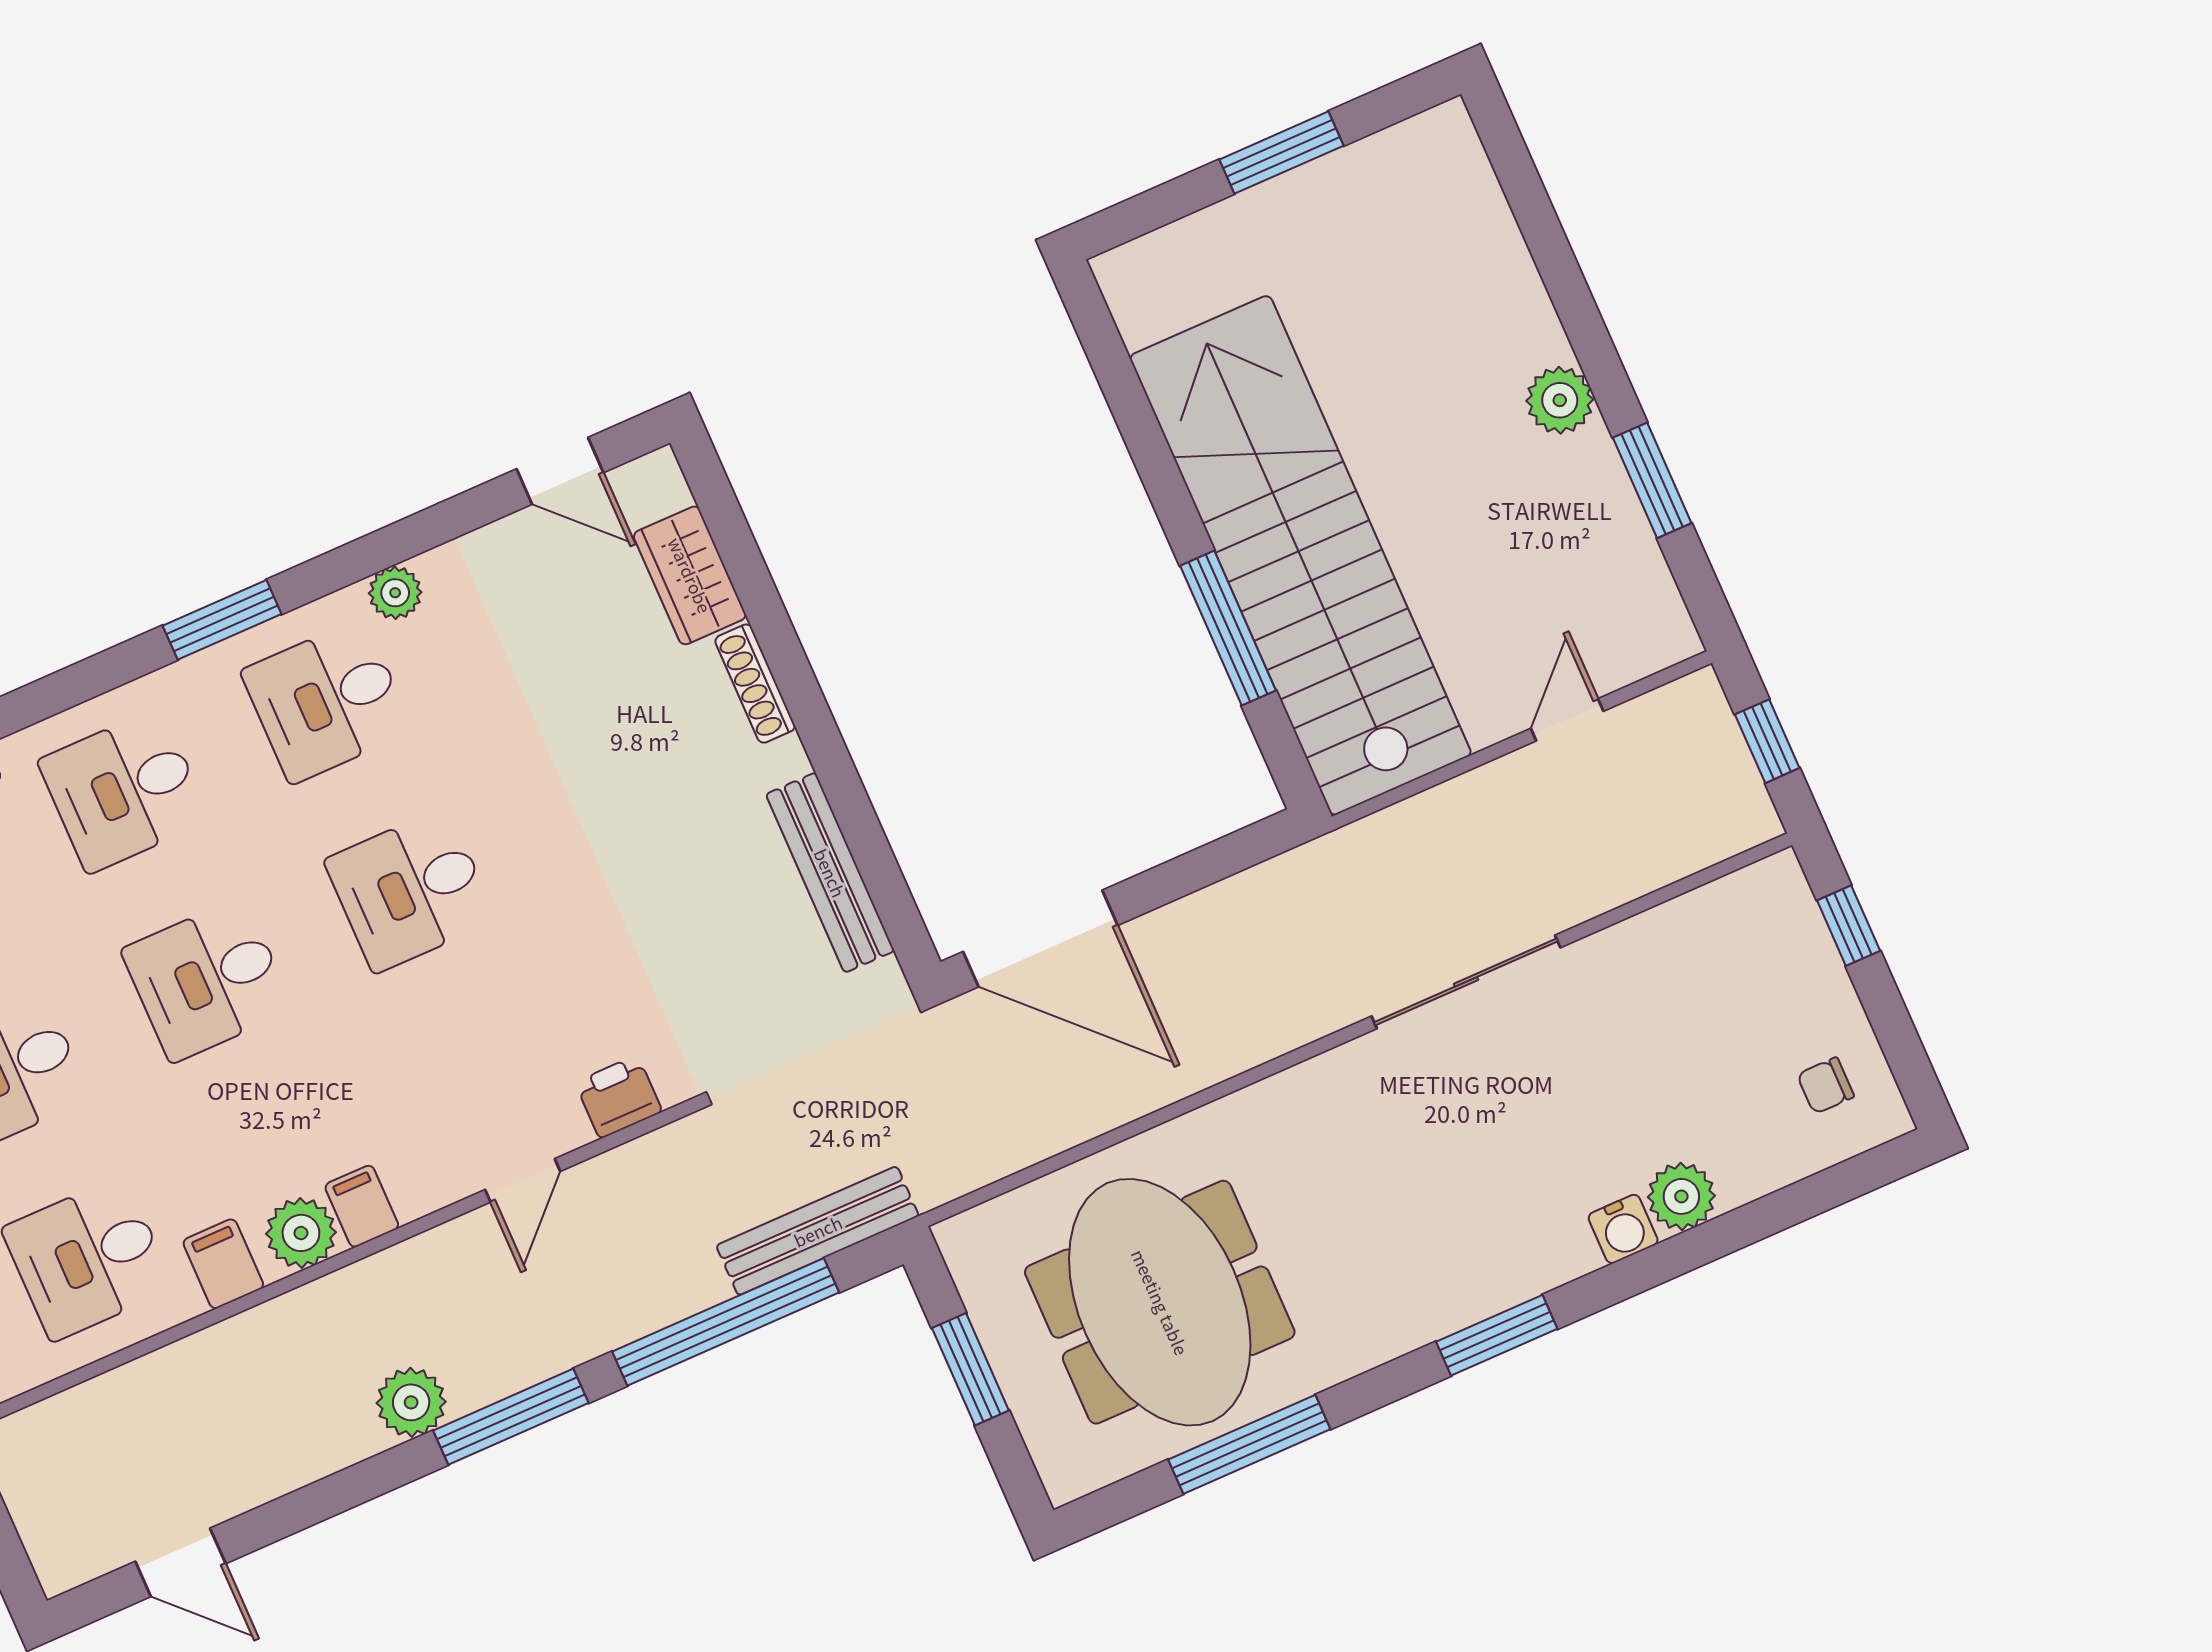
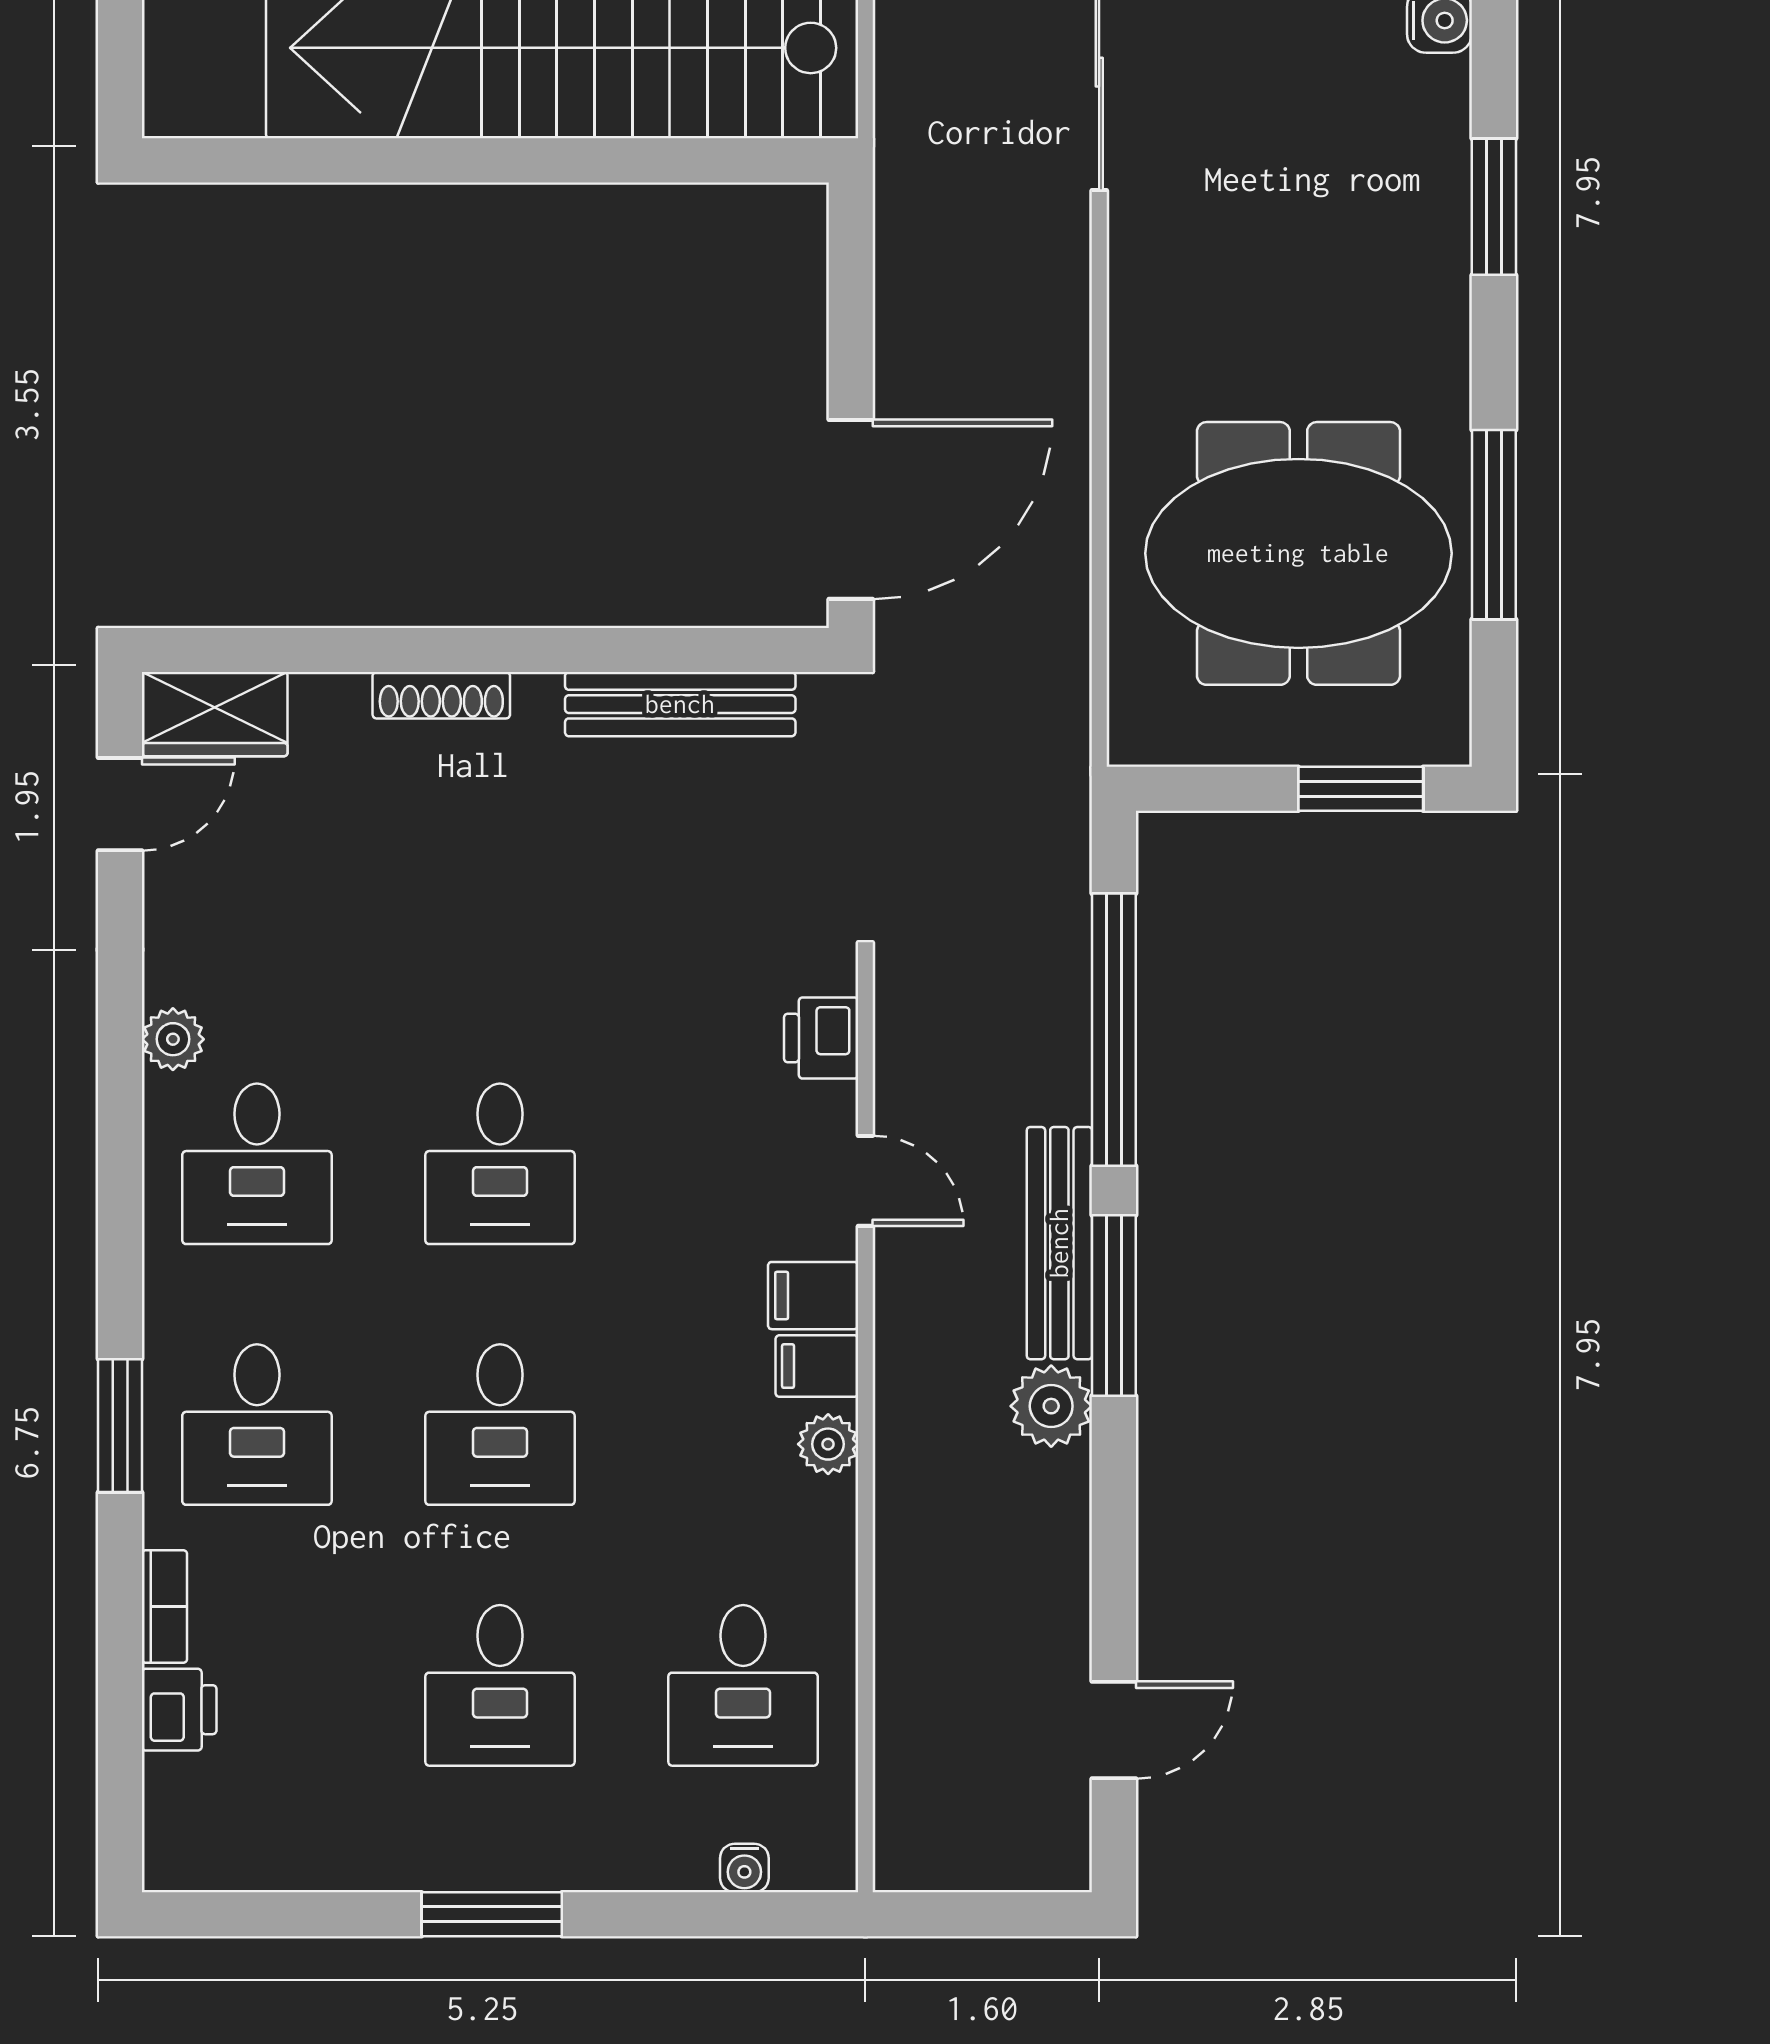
wardrobe: (690, 575) -> (215, 714), moved
window: (222, 620) -> (120, 1426), moved
window: (1228, 628) -> (606, 160), removed
bench: (818, 1231) -> (1059, 1243), moved
plant: (301, 1233) -> (828, 1444), width x0.73, depth x0.73
filing cabinet: (223, 1264) -> (813, 1296), moved
window: (970, 1369) -> (1361, 789), moved

